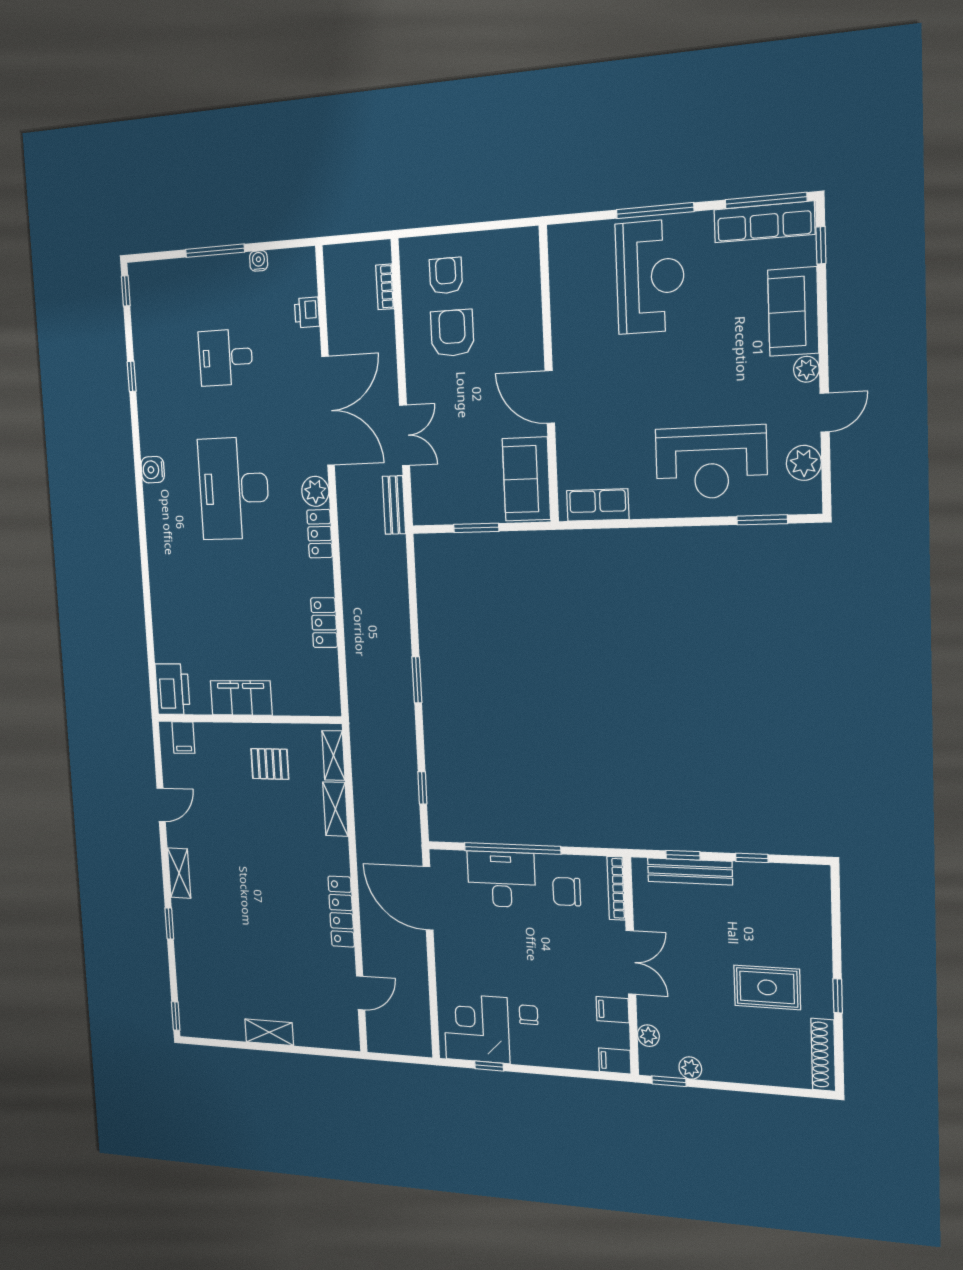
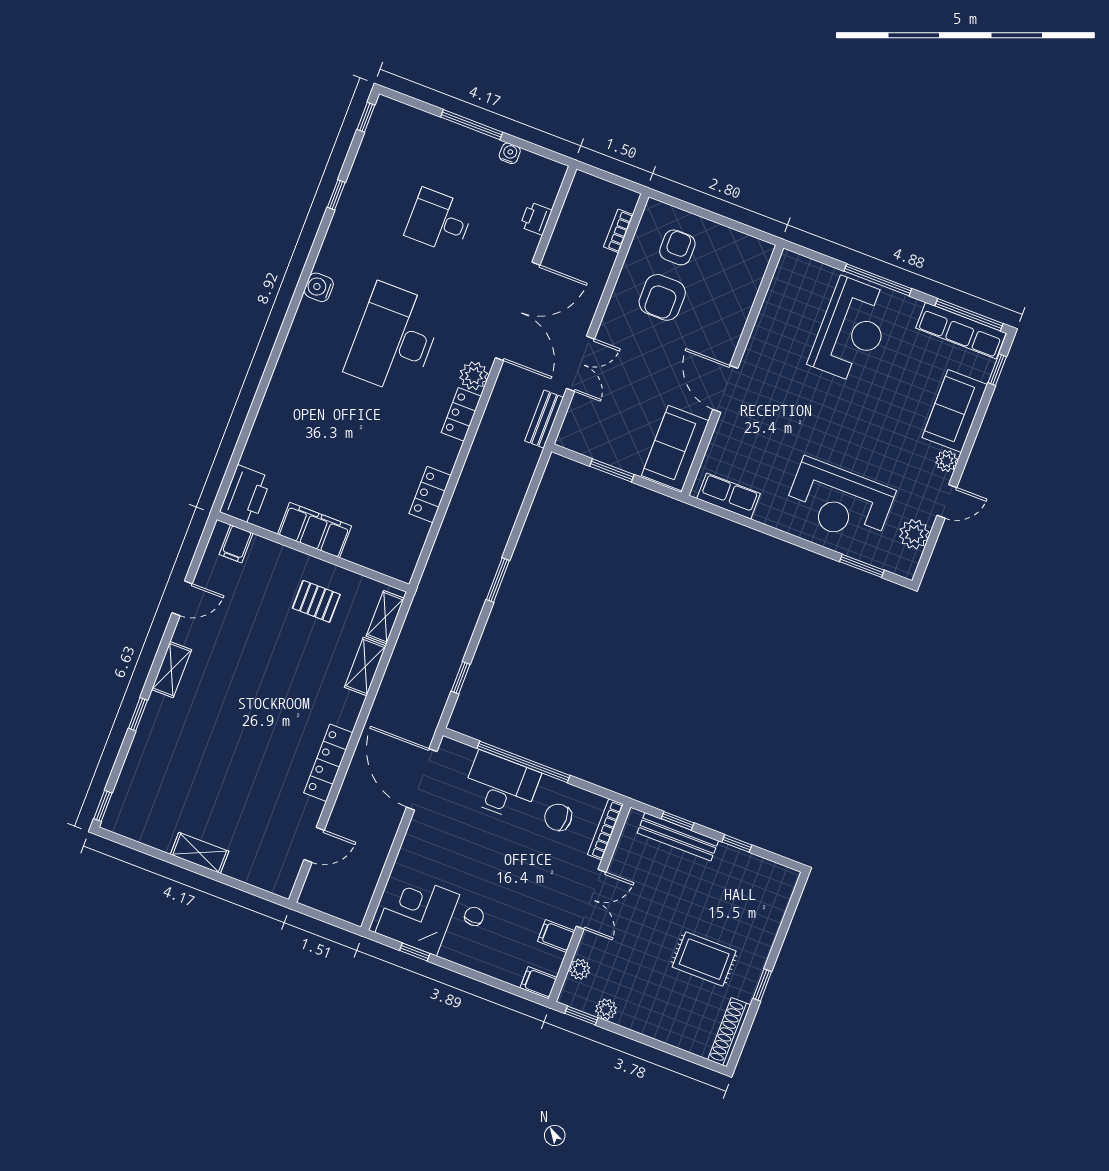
armchair: (452, 333) -> (662, 297), turned 180

